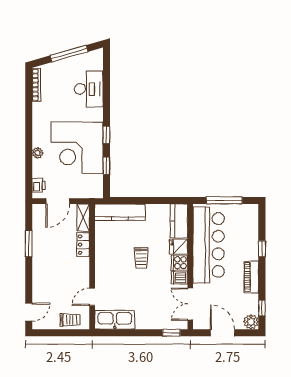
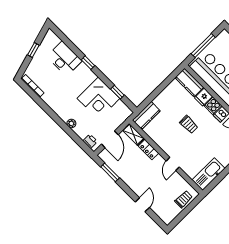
window: (69, 54) -> (33, 50), width x0.46
window: (106, 135) -> (88, 63), moved
corner desk: (77, 148) -> (98, 98), width x0.74, depth x0.74
kitchen counter: (120, 212) -> (146, 115), width x0.67
window: (29, 244) -> (110, 172), moved
door: (92, 297) -> (173, 164), moved
door: (29, 312) -> (142, 205), moved

